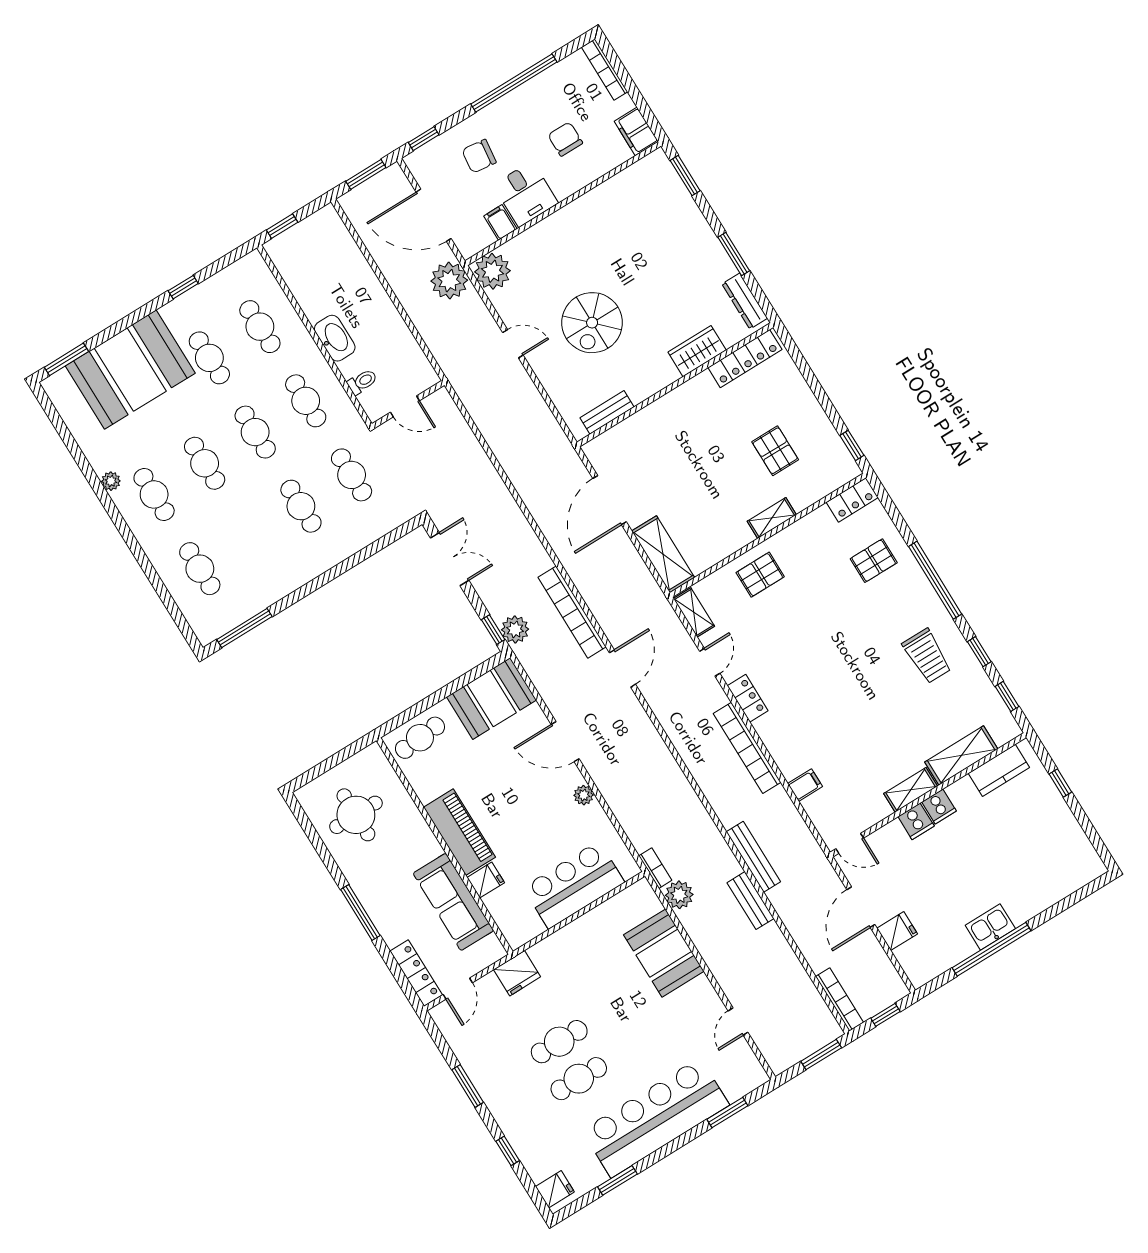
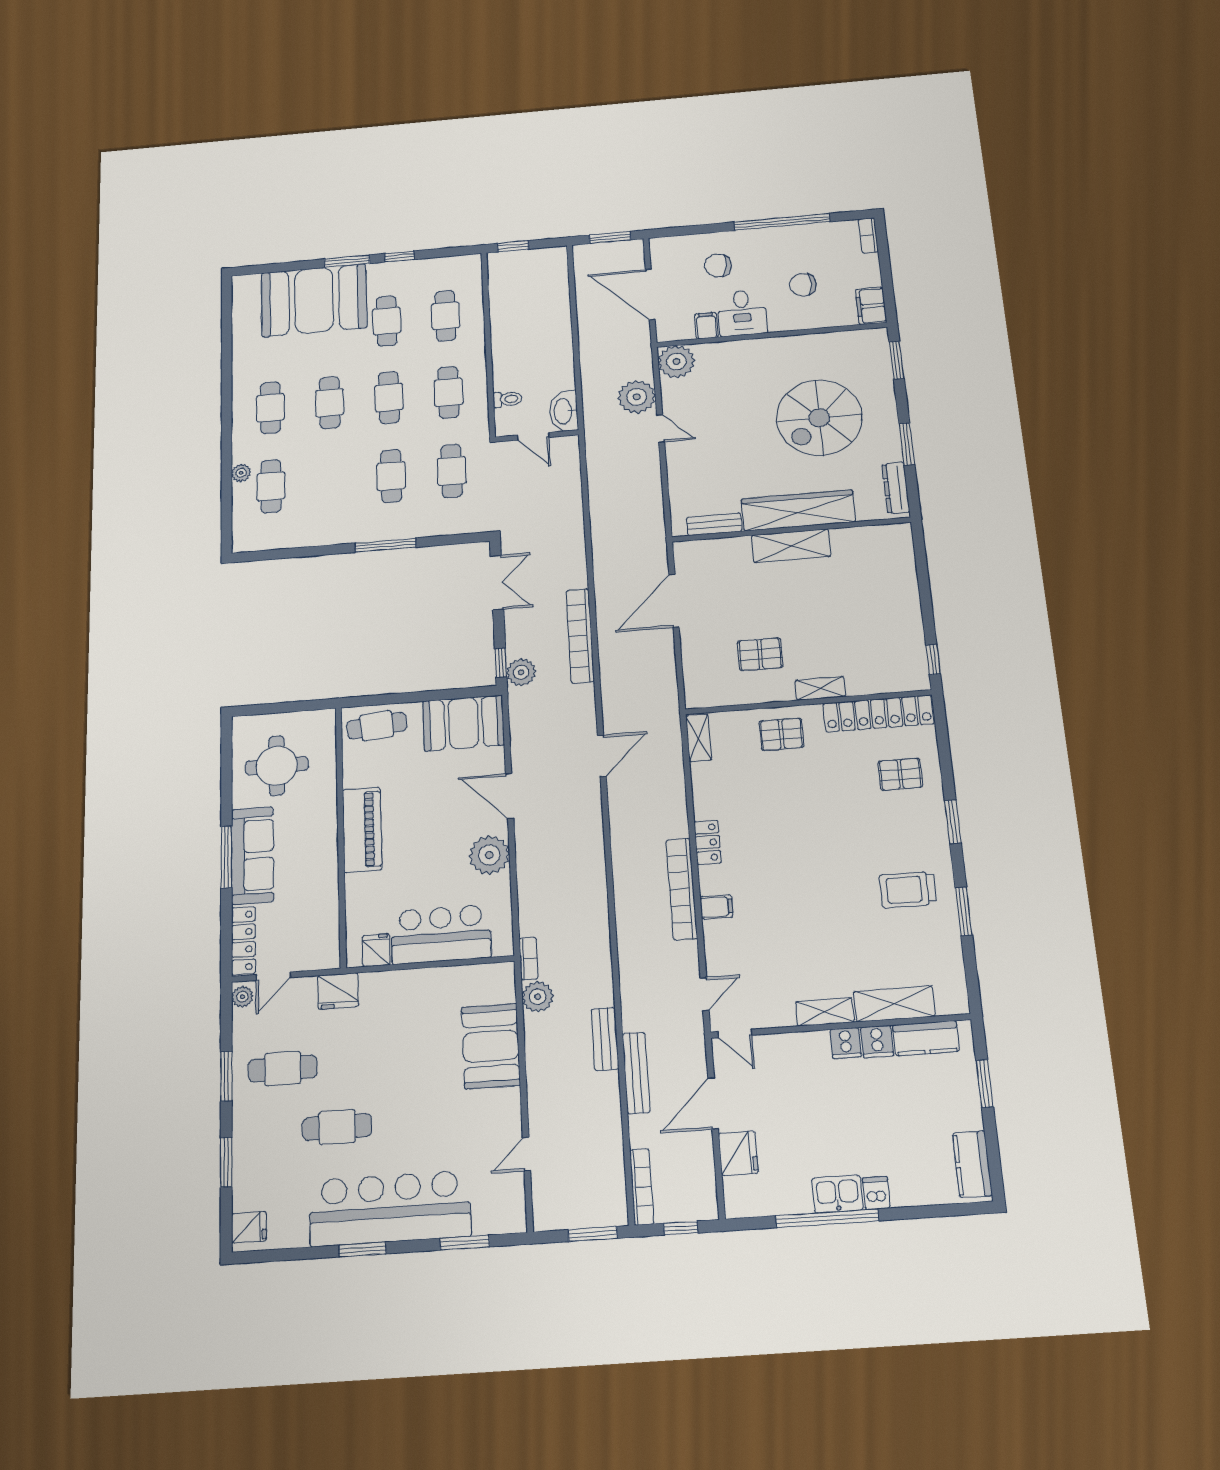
bookcase: (605, 69) -> (868, 235), width x0.64
window: (424, 139) -> (677, 231), removed
chair: (565, 139) -> (803, 285), turned -90
plant: (449, 281) -> (637, 397), moved
spiral stairs: (592, 323) -> (819, 418), moved, width x1.37, depth x1.37
washbasin: (335, 338) -> (564, 411), moved, turned 180
wardrobe: (697, 351) -> (798, 510), width x2.10, depth x1.17
window: (66, 359) -> (347, 261), moved
locker: (745, 359) -> (870, 537), removed
pallet: (775, 451) -> (760, 654), moved, turned 90
plant: (111, 481) -> (241, 473), moved
locker: (852, 500) -> (879, 714), width x2.16, depth x1.21
shelving: (663, 554) -> (791, 546), moved, turned 90
window: (935, 580) -> (953, 822), width x0.47
bookcase: (572, 612) -> (580, 636), moved
window: (244, 628) -> (386, 545), moved
window: (979, 652) -> (964, 911), width x1.50
trolley: (927, 656) -> (908, 890), turned 90
door: (710, 662) -> (705, 994), moved
window: (1007, 696) -> (971, 969), removed
window: (1060, 783) -> (985, 1084), width x1.50
filing cabinet: (805, 785) -> (716, 907), moved
plant: (584, 795) -> (489, 855), width x1.88, depth x1.88
cooker: (916, 821) -> (877, 1042), moved
kitchen counter: (1080, 851) -> (972, 1164), added
bench: (753, 857) -> (636, 1073), moved
fridge: (486, 880) -> (376, 950), moved, turned -90
sofa: (453, 902) -> (253, 855), moved, turned 180
dishwasher: (1019, 911) -> (876, 1193), added
fridge: (897, 931) -> (738, 1153), width x1.38
plant: (443, 1018) -> (242, 997), added
cafe table: (559, 1042) -> (283, 1069), moved
window: (508, 1151) -> (226, 1162), width x1.50
window: (617, 1180) -> (362, 1249), moved

